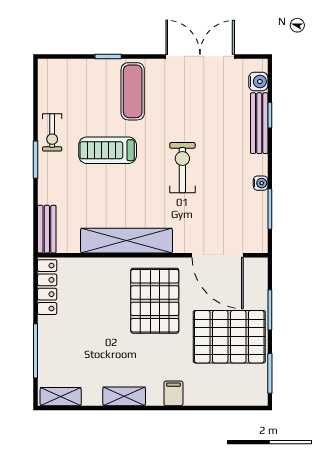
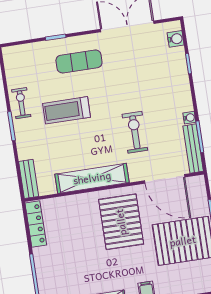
exercise mat: (133, 91) -> (79, 61), turned 90
bench: (259, 123) -> (193, 149), moved
exercise bike: (52, 132) -> (21, 103), turned 180
exercise bike: (182, 168) -> (135, 132), moved

